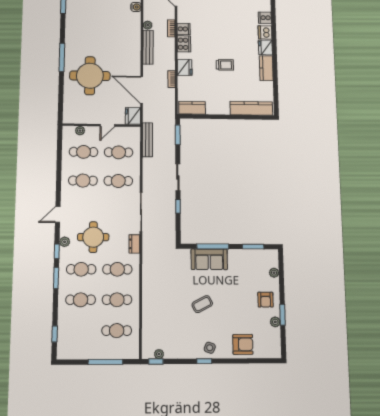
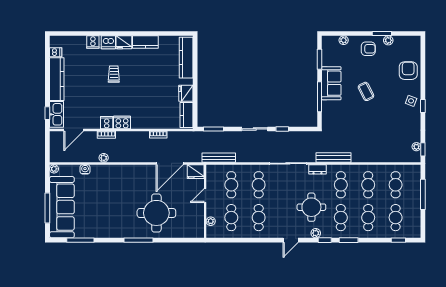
bench: (148, 47) -> (333, 157), moved
trolley: (225, 65) -> (114, 74), moved
fridge: (185, 67) -> (186, 93), moved, turned -90
door: (107, 125) -> (205, 196), swing flipped
door: (58, 214) -> (291, 240), hinge flipped
sofa: (209, 259) -> (331, 83), moved
coffee table: (202, 304) -> (366, 91), moved
cafe table: (80, 331) -> (396, 218), added

